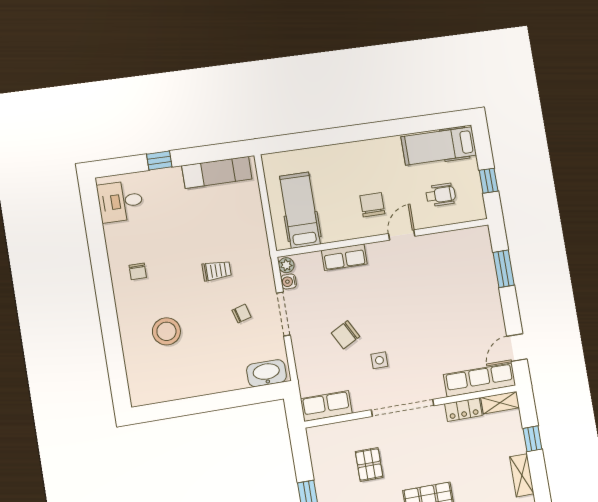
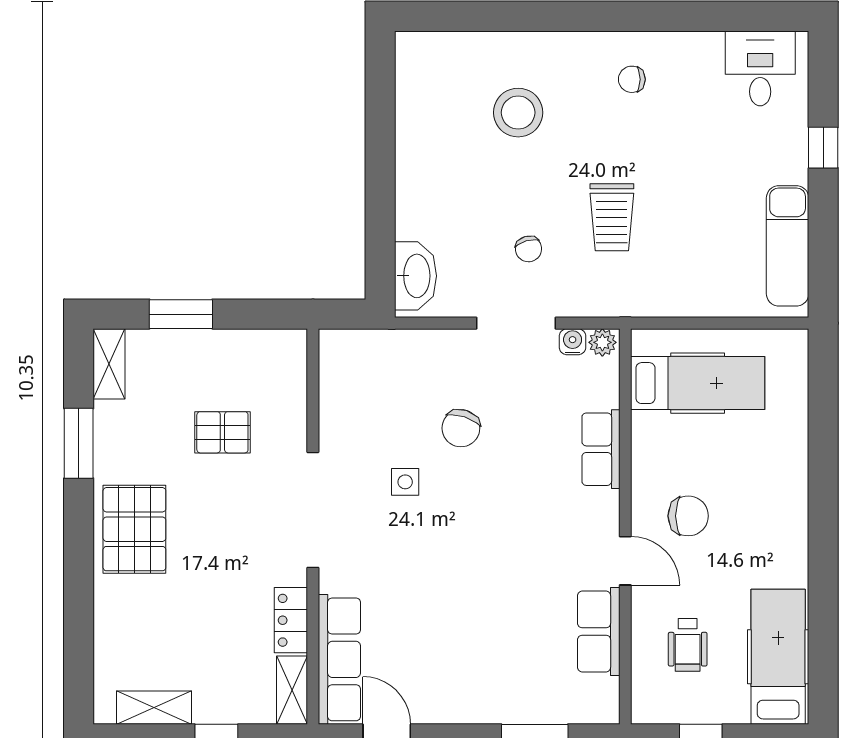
trolley: (217, 271) -> (612, 217), width x1.36, depth x1.39
chair: (345, 335) -> (461, 428), turned -134
row of seats: (326, 406) -> (599, 632), moved, turned 180

